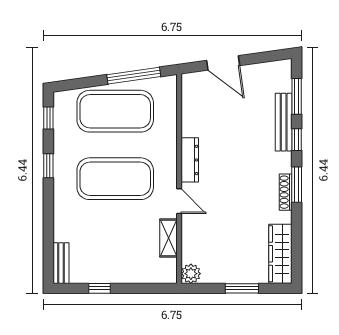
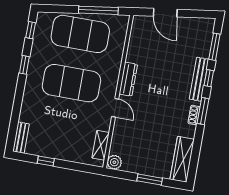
bench: (284, 122) -> (199, 79), moved
shoe rack: (286, 192) -> (194, 115), width x0.70
shelving: (169, 238) -> (101, 145), moved

